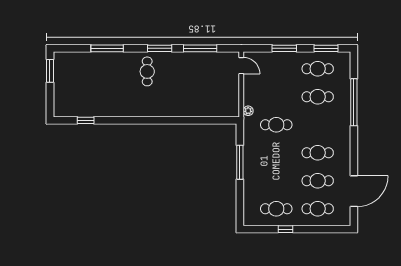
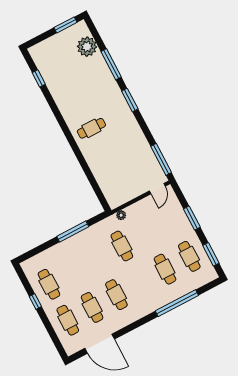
window: (160, 48) -> (130, 100), moved
window: (200, 48) -> (161, 159), moved
plant: (80, 62) -> (87, 47), added
cafe table: (147, 71) -> (91, 128), moved

